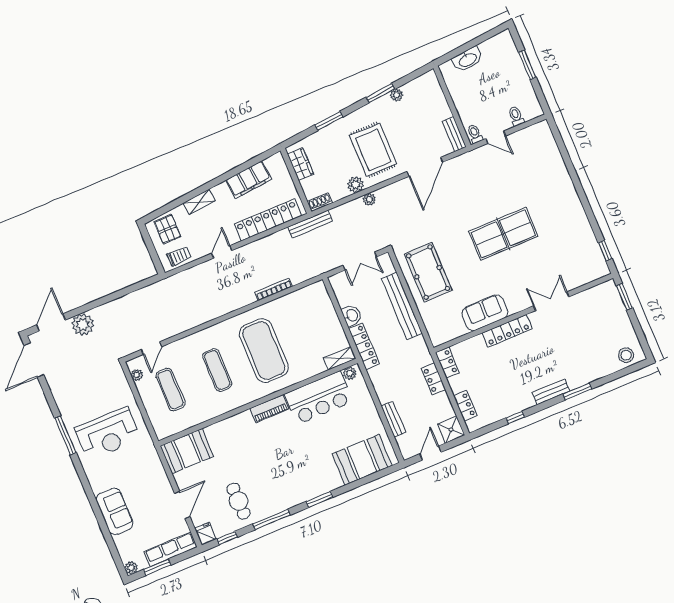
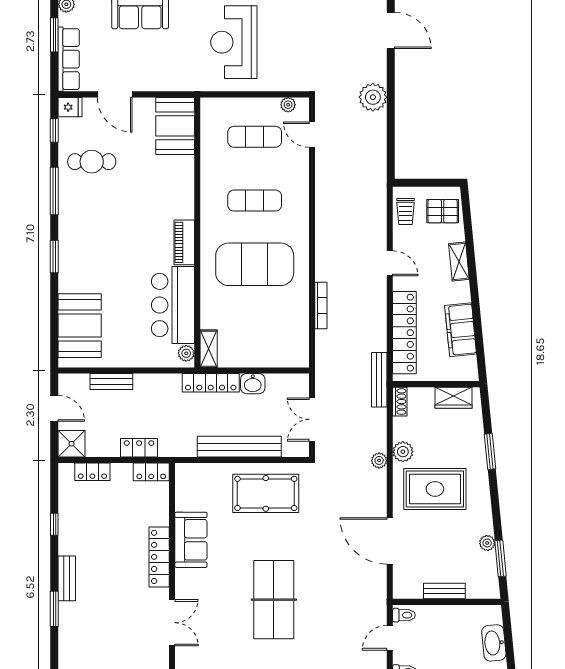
window: (380, 93) -> (500, 558), moved
bench: (454, 134) -> (444, 591), moved
plant: (83, 324) -> (373, 97), moved

